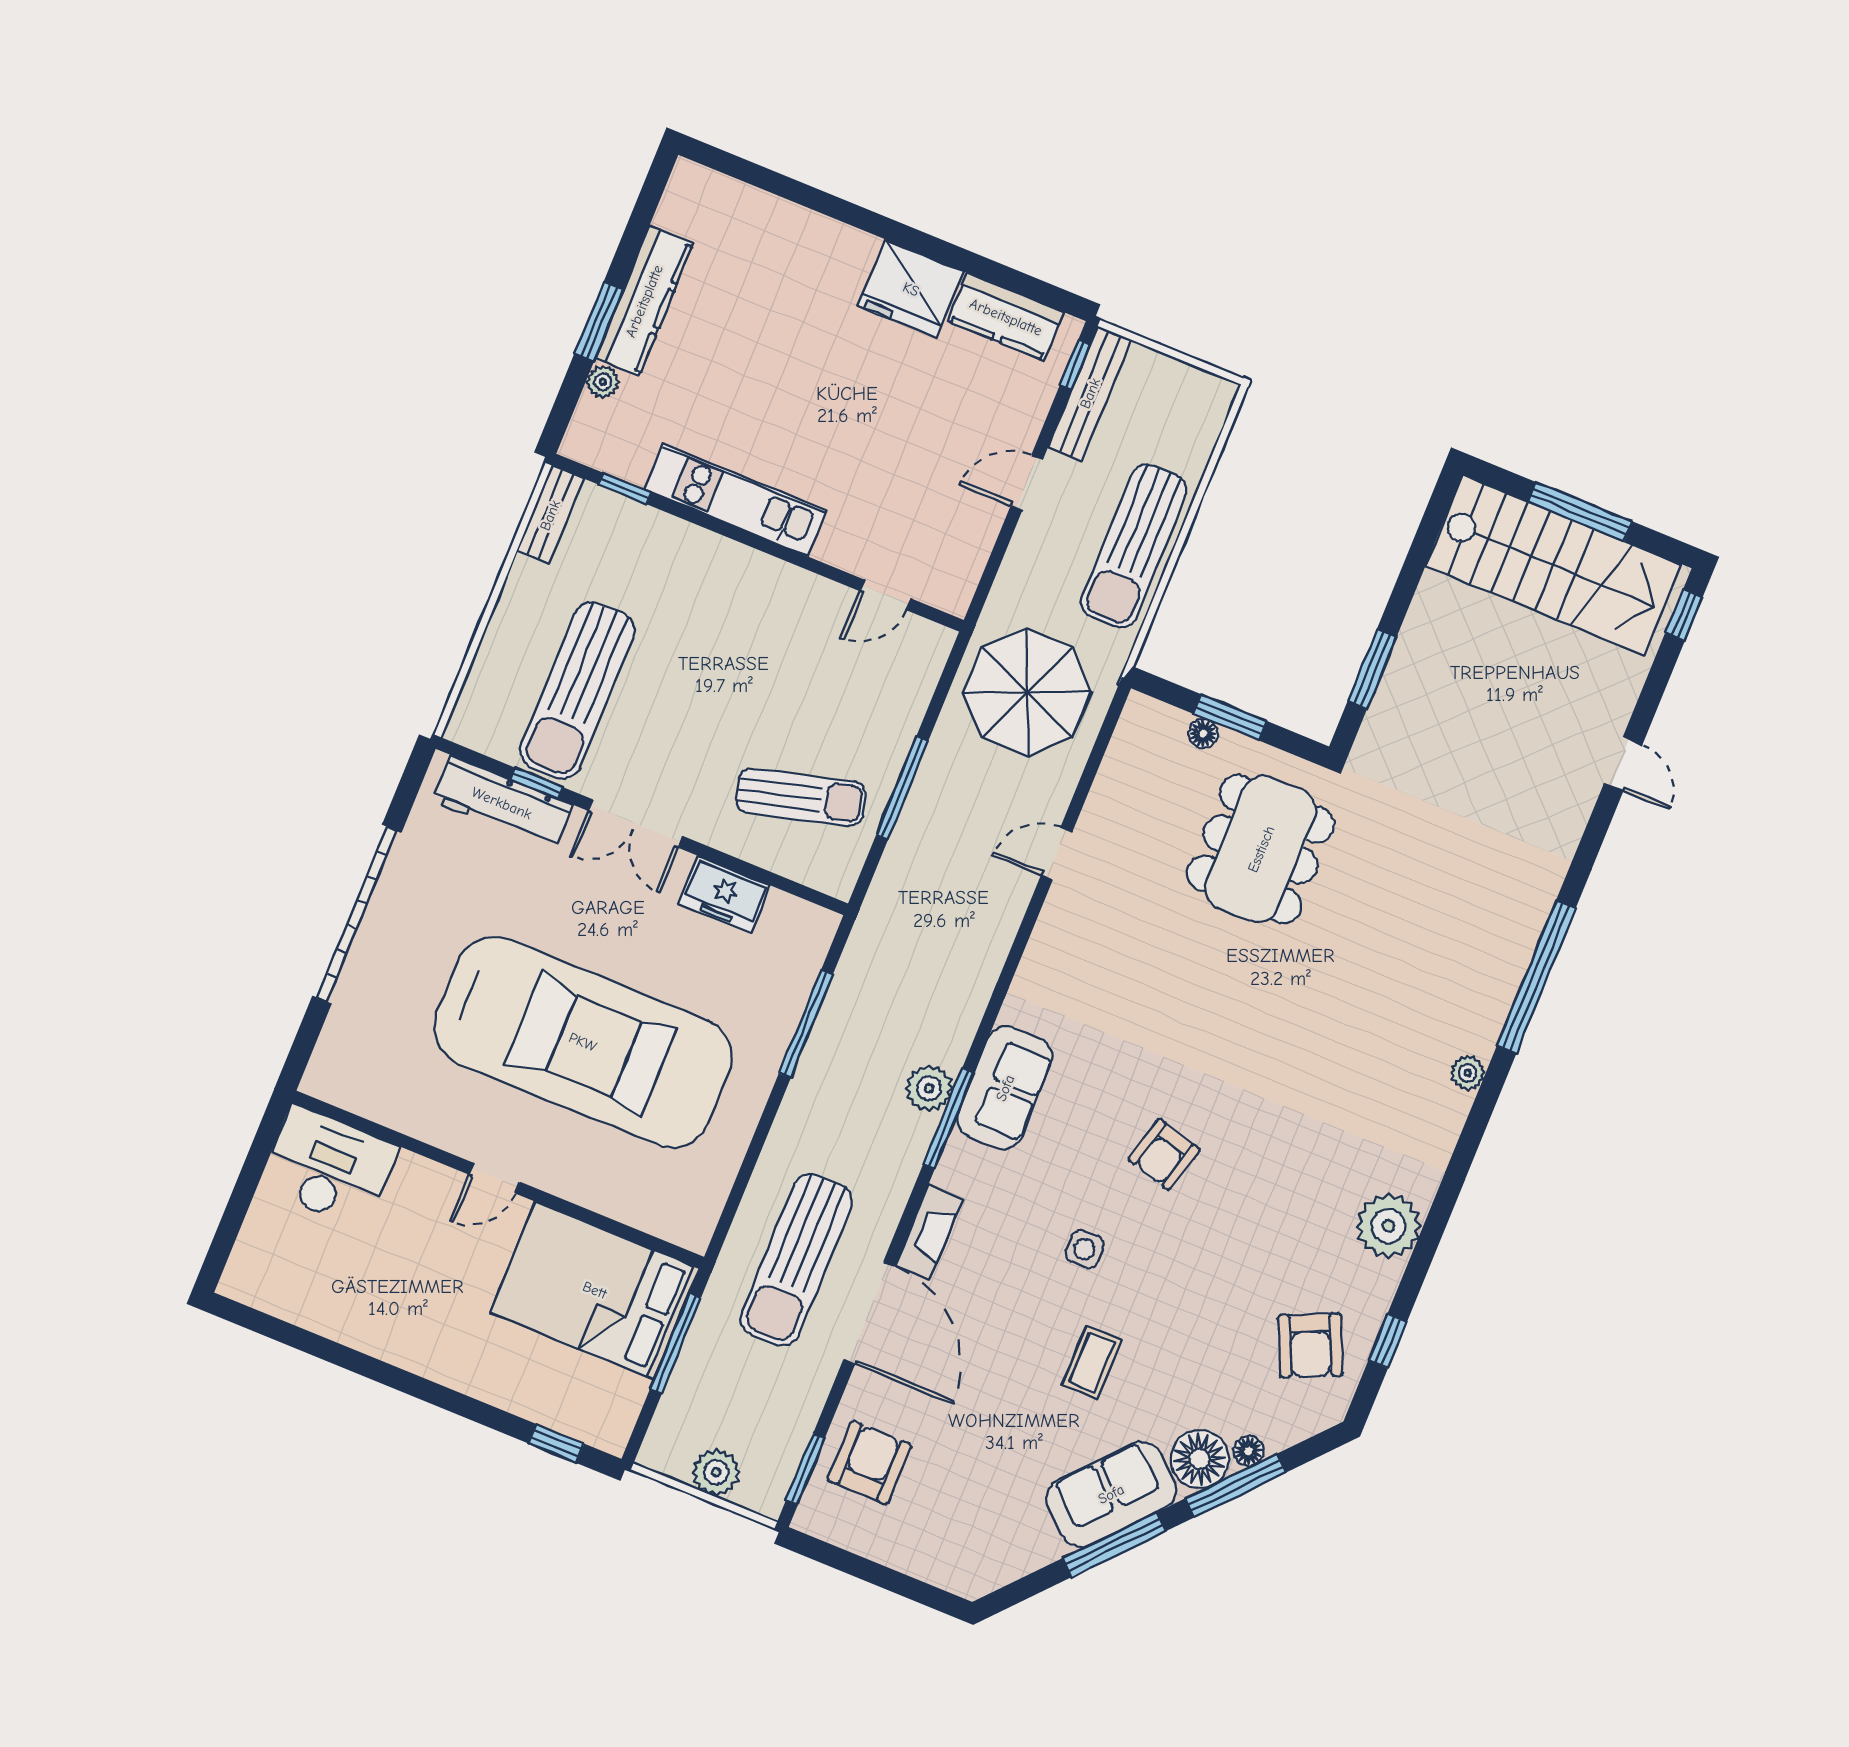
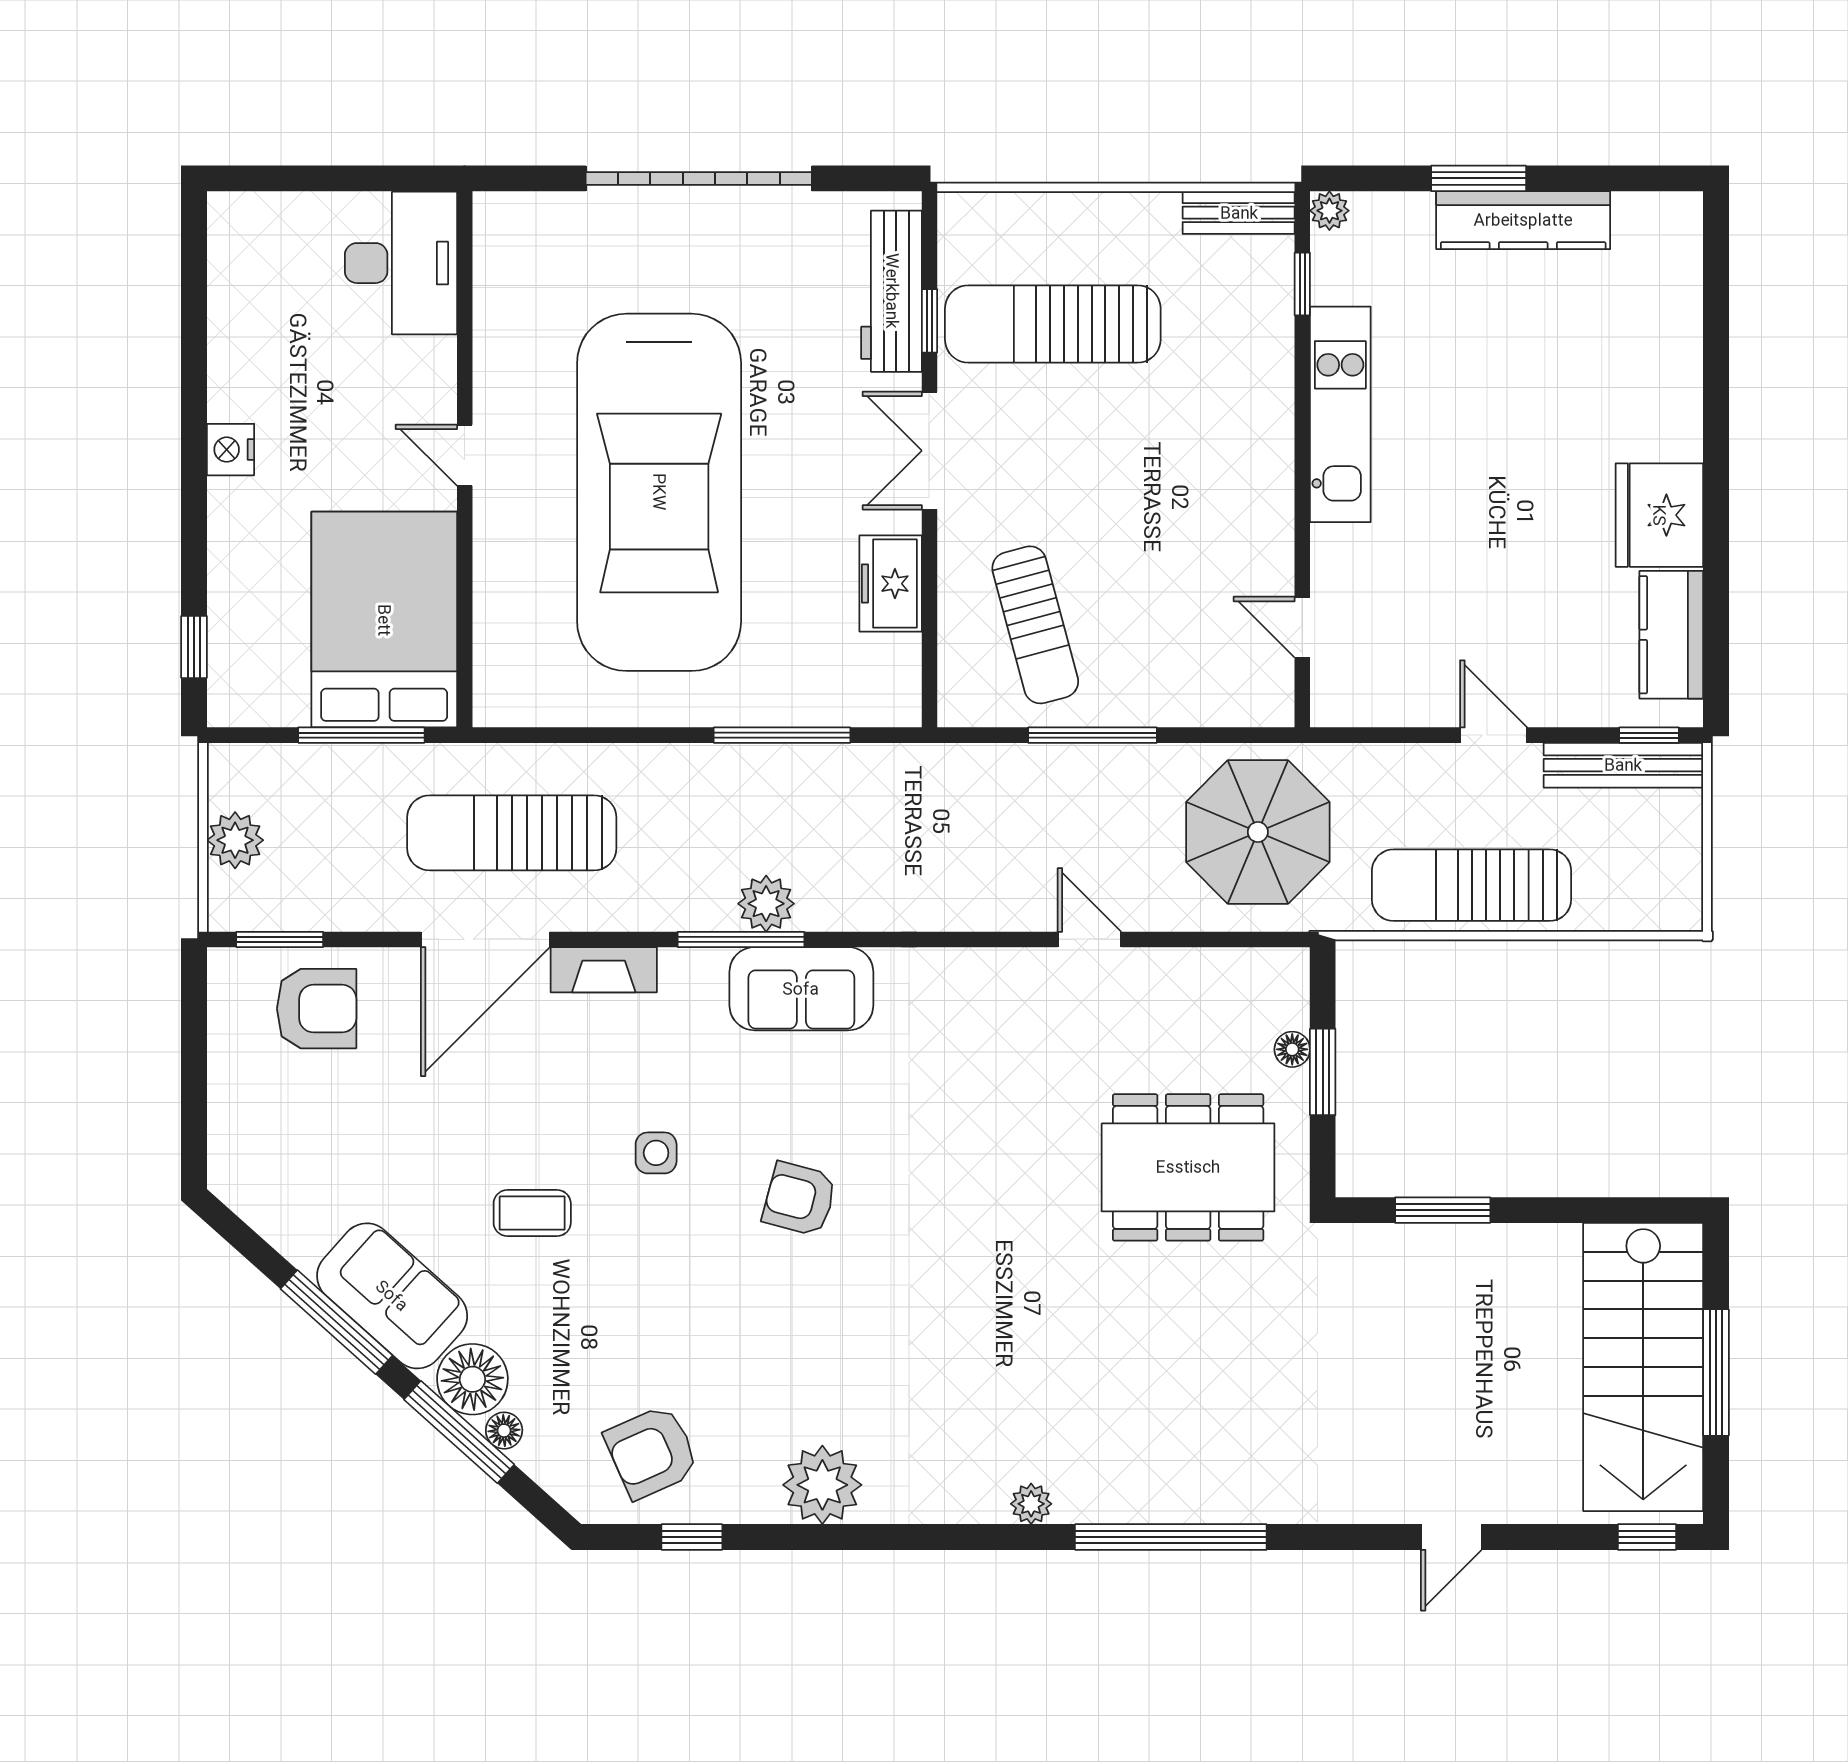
plant: (603, 382) -> (1329, 211), moved
nightstand: (418, 1355) -> (230, 450), added

